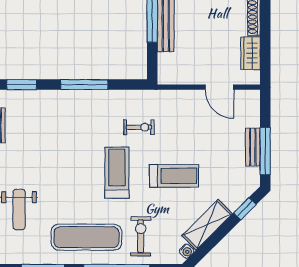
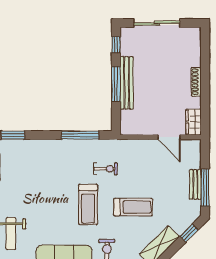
wardrobe: (250, 53) -> (193, 122), moved
window: (84, 85) -> (80, 135), moved
treadmill: (117, 173) -> (88, 205), turned 180

